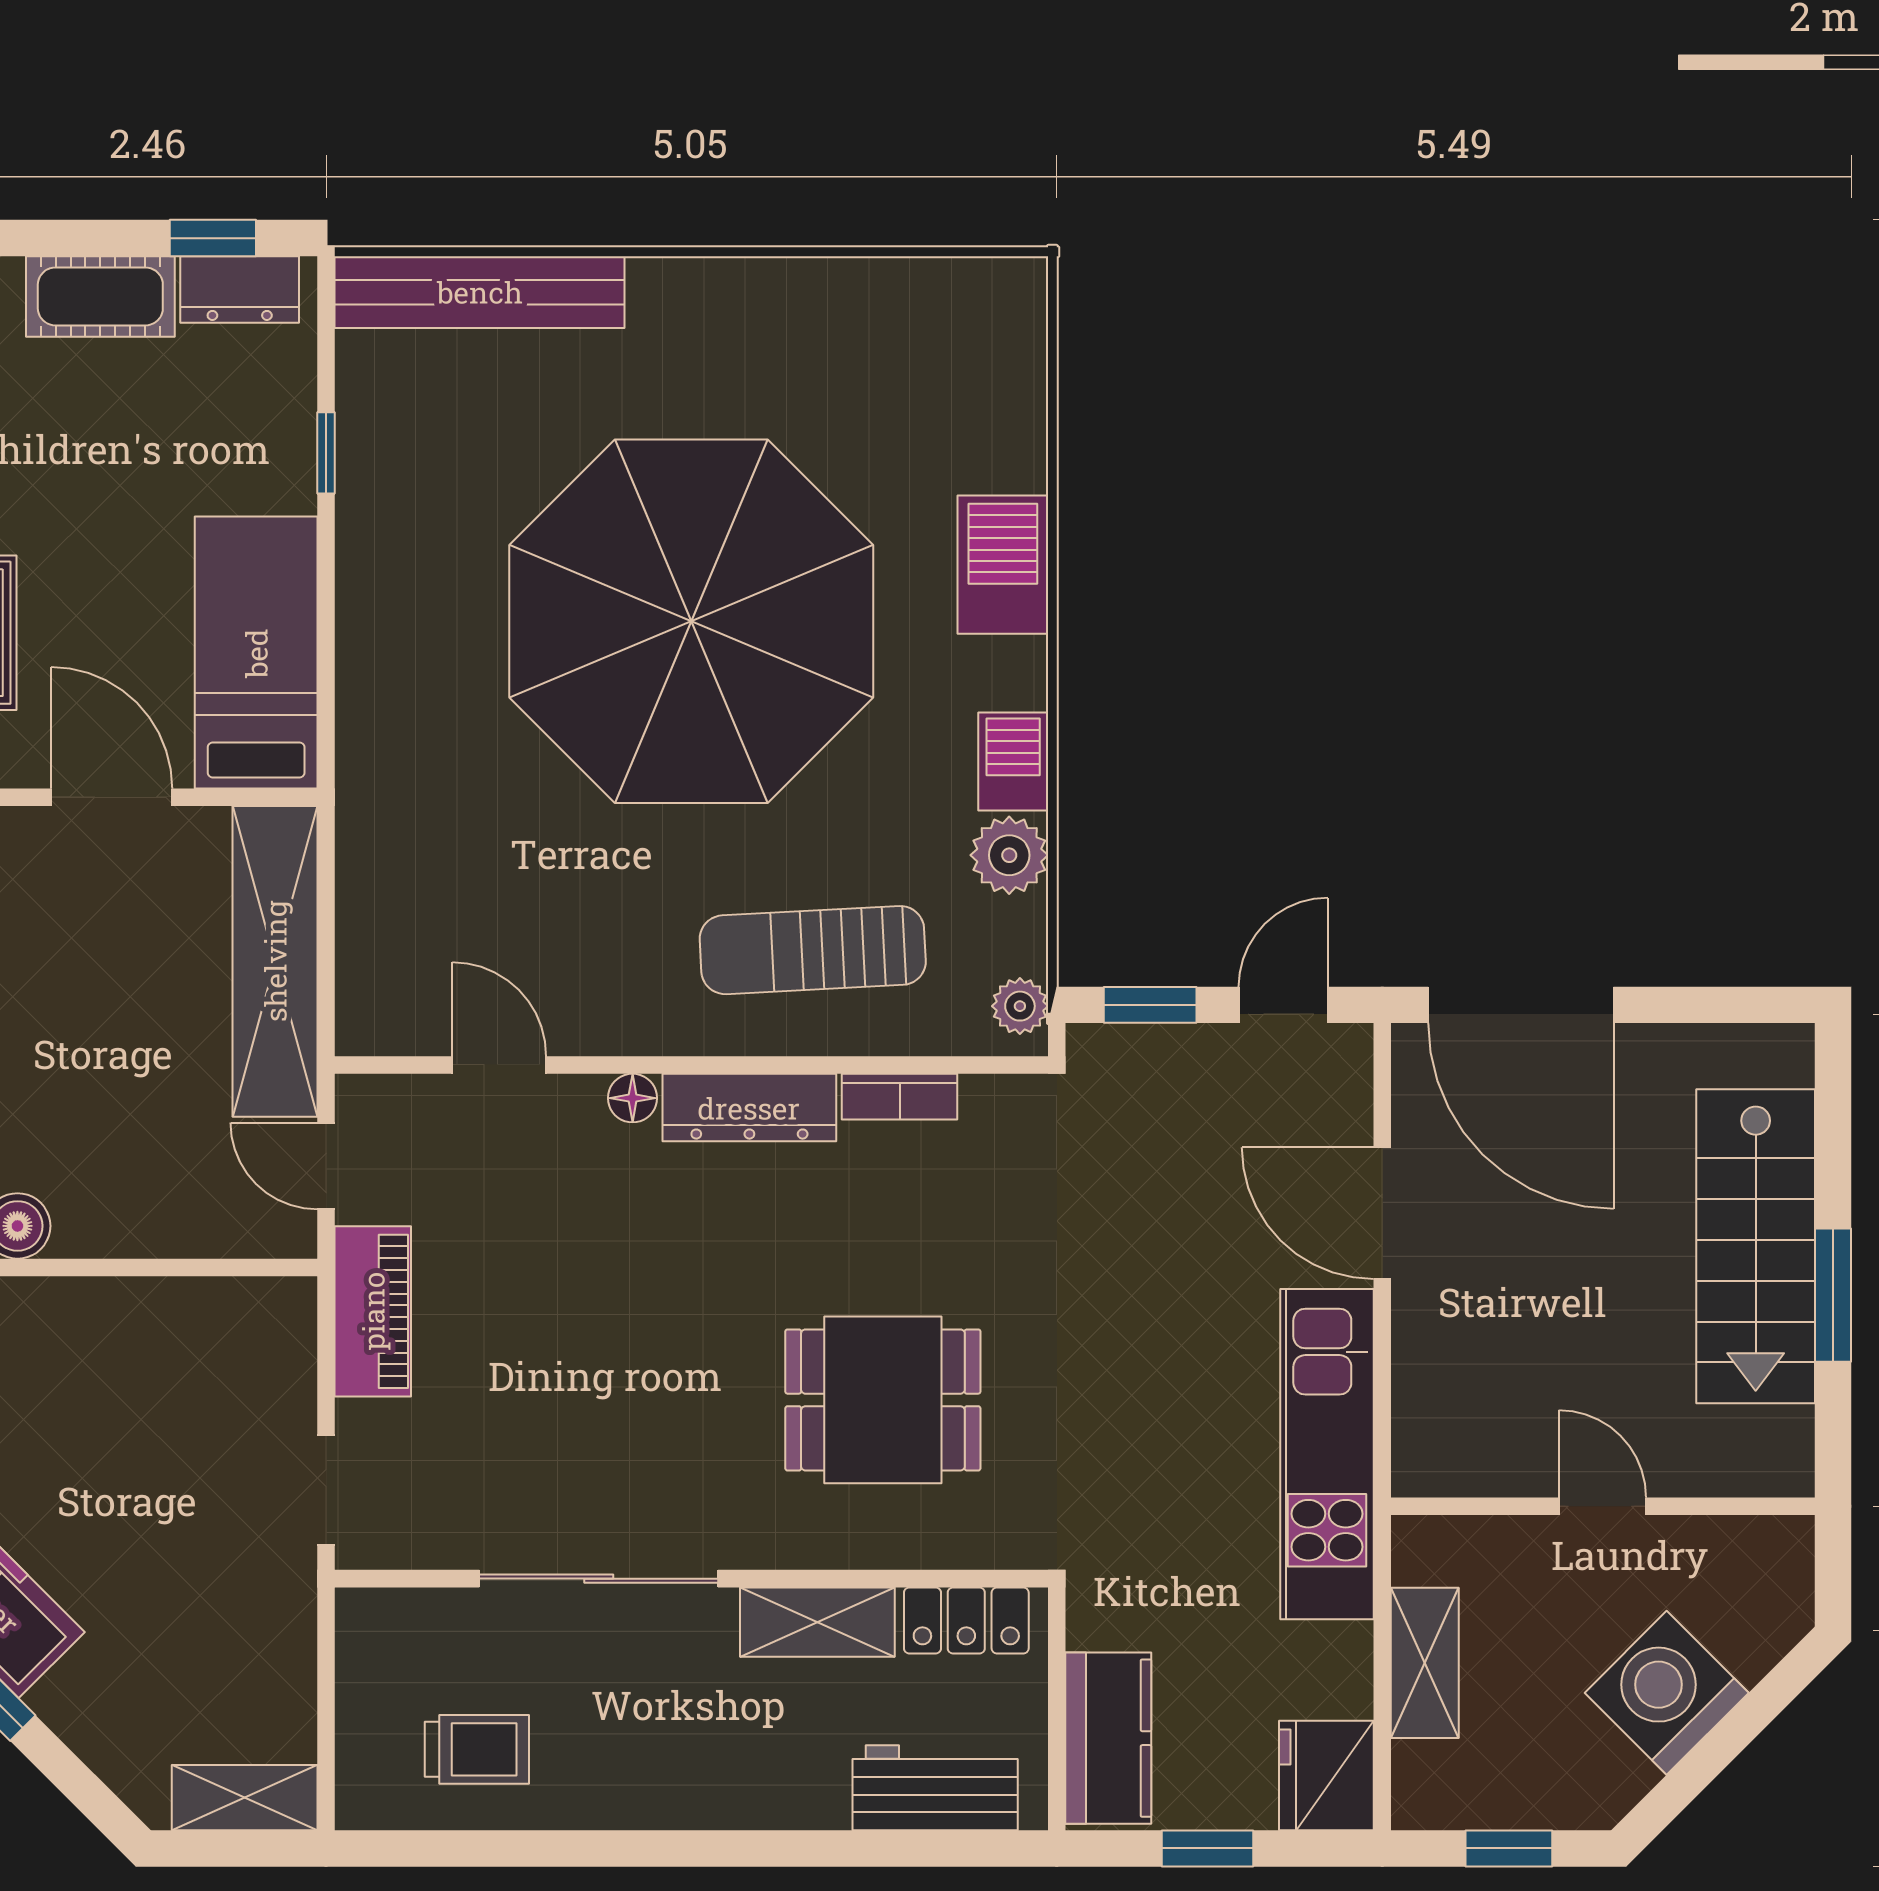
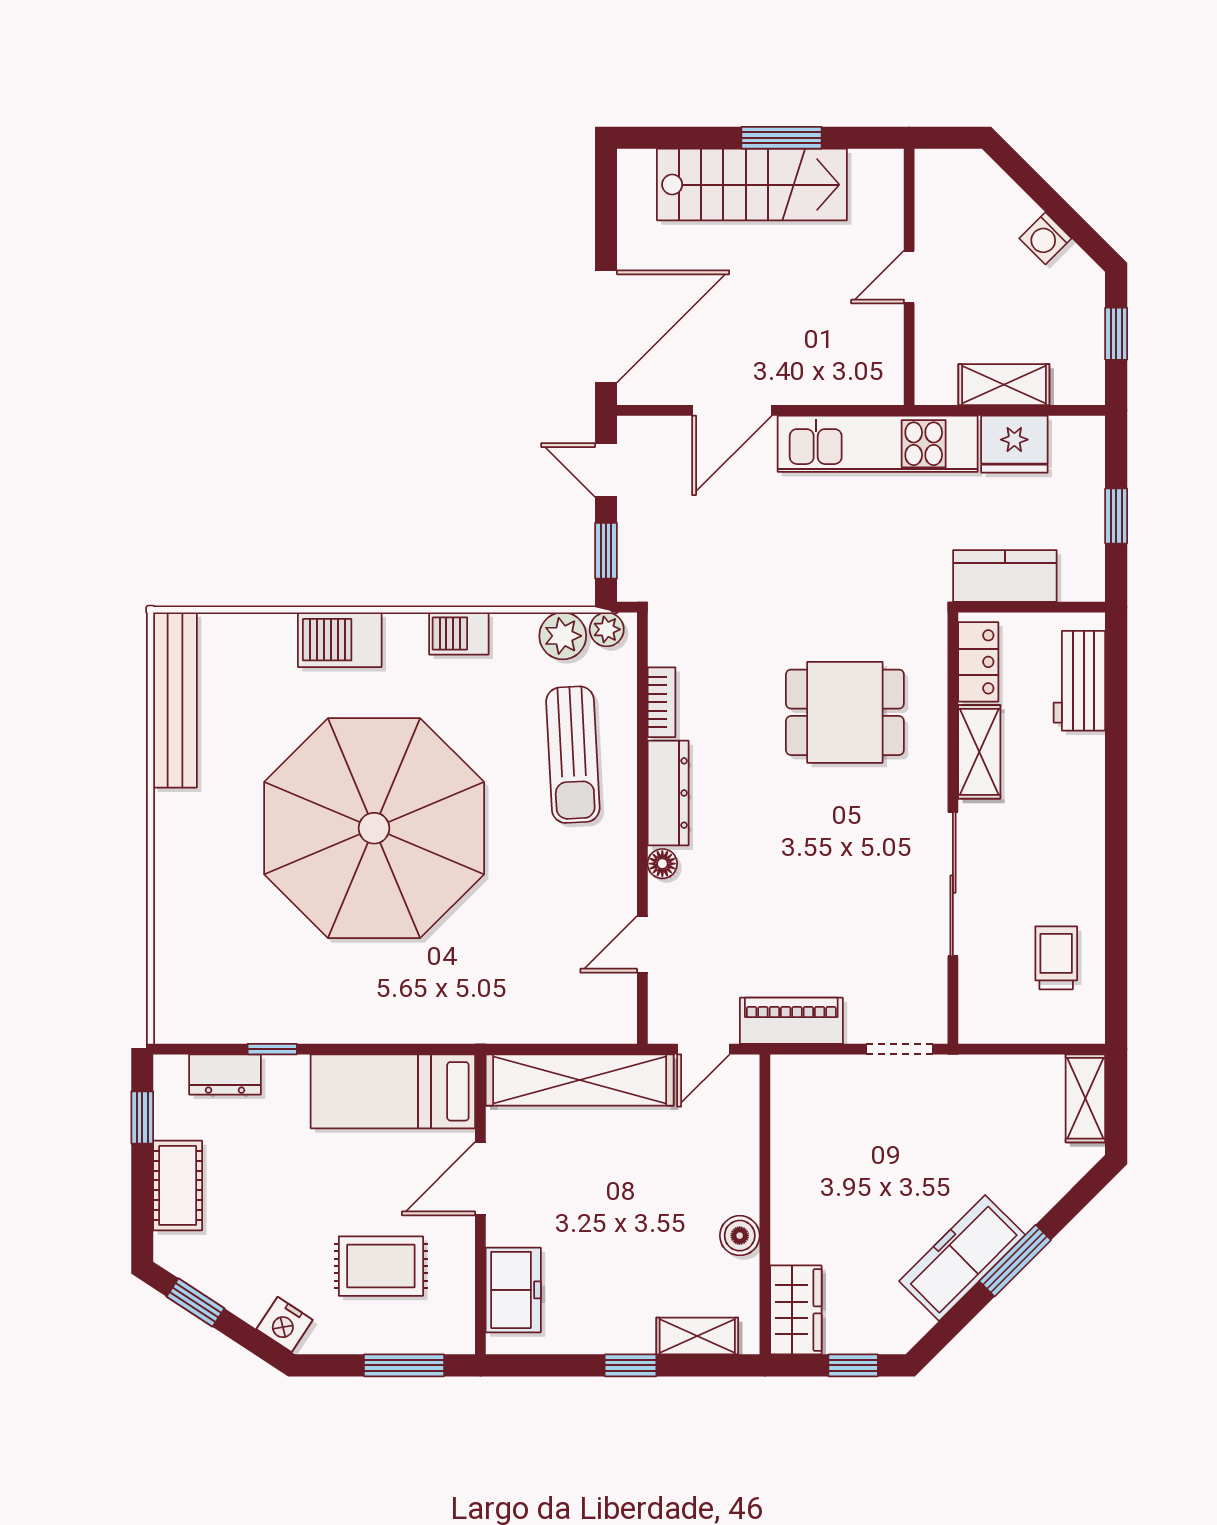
dresser: (240, 289) -> (225, 1074), moved, turned 90
bench: (480, 292) -> (175, 700), moved
plant: (1009, 855) -> (563, 636), moved
dining table: (883, 1400) -> (845, 712), turned 90
washing machine: (1667, 1693) -> (1045, 238), width x0.53, depth x0.53
kitchen counter: (1108, 1738) -> (1005, 576), moved
fridge: (1326, 1775) -> (1014, 444), moved

